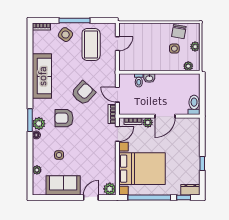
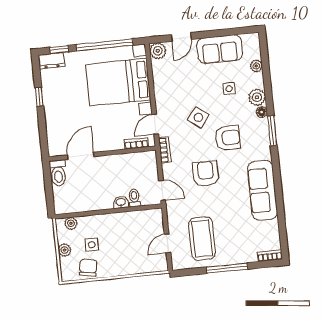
side table: (65, 35) -> (198, 117), moved
armchair: (83, 93) -> (206, 174), turned 138
door: (117, 95) -> (162, 190), moved
door: (165, 116) -> (81, 156), moved
plant: (148, 122) -> (117, 144), removed
plant: (39, 124) -> (257, 97), moved

